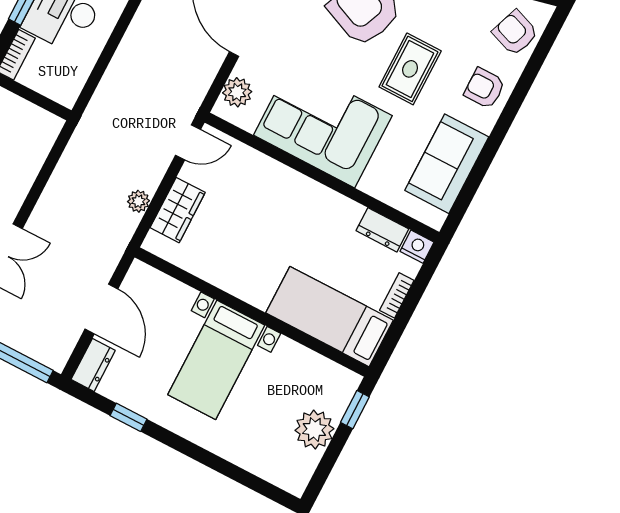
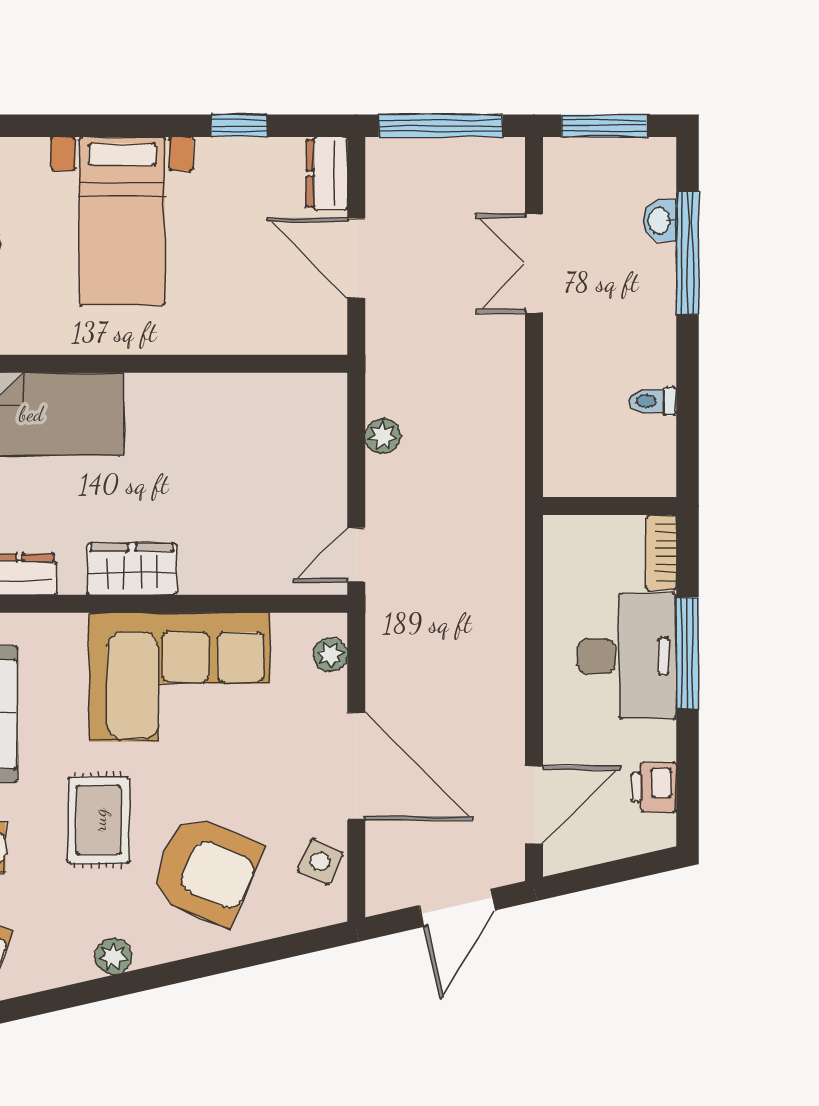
plant: (237, 92) -> (330, 655), width x0.73, depth x0.73
wardrobe: (178, 210) -> (132, 569), moved, turned 90
bed with nightstands: (216, 360) -> (122, 221), moved, turned 180

